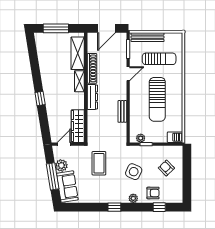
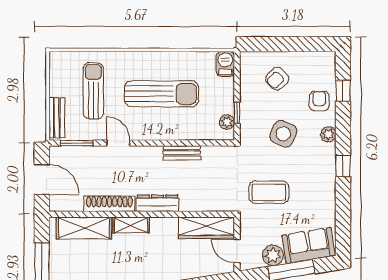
bench: (147, 37) -> (57, 118), width x0.73

